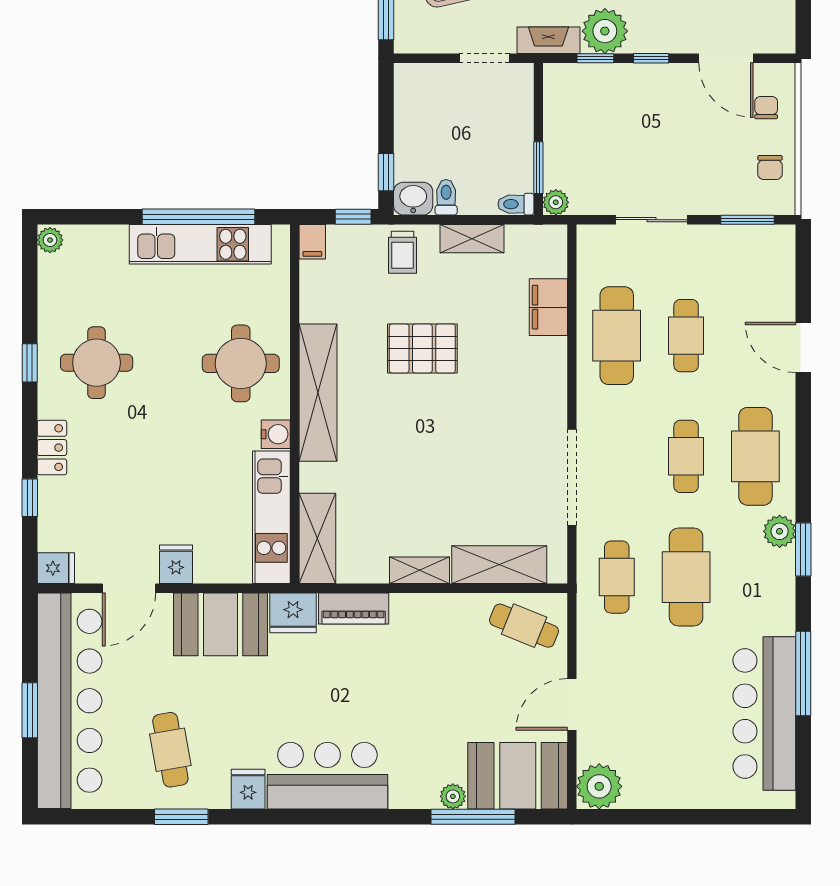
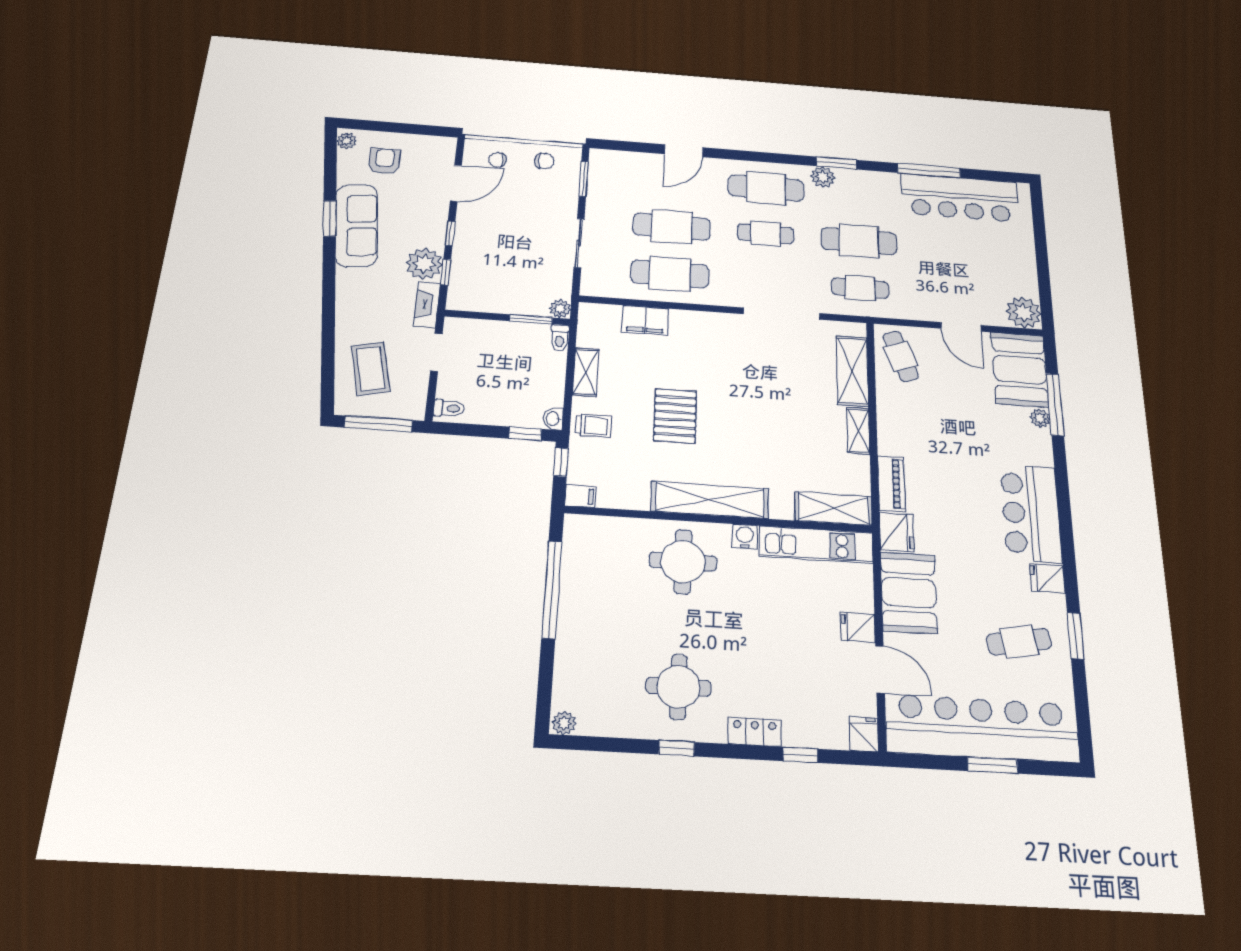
toilet: (446, 197) -> (449, 408), moved, turned 180
washbasin: (413, 199) -> (553, 419), width x0.72, depth x0.69
kitchen unit: (200, 244) -> (577, 589), removed
cafe table: (686, 336) -> (672, 227), width x1.37, depth x1.35
cafe table: (524, 626) -> (901, 356), turned -42

